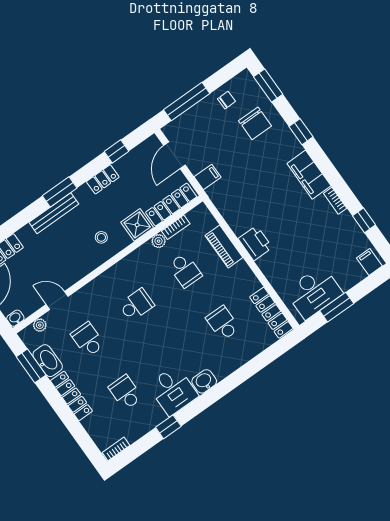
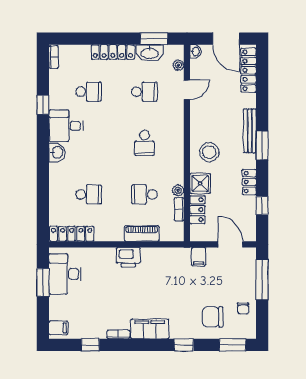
locker: (171, 205) -> (197, 210), width x0.66
stool: (101, 237) -> (209, 152), width x1.89, depth x1.89

